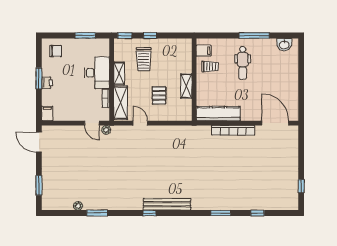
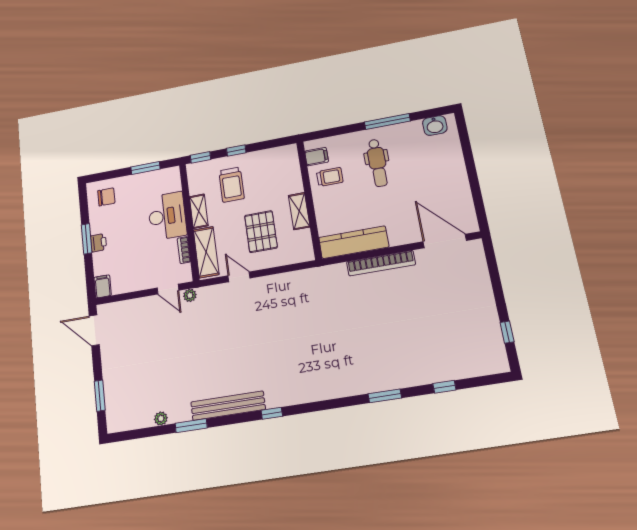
pallet: (159, 95) -> (261, 232), width x1.50, depth x1.42
bench: (167, 204) -> (228, 406), moved

